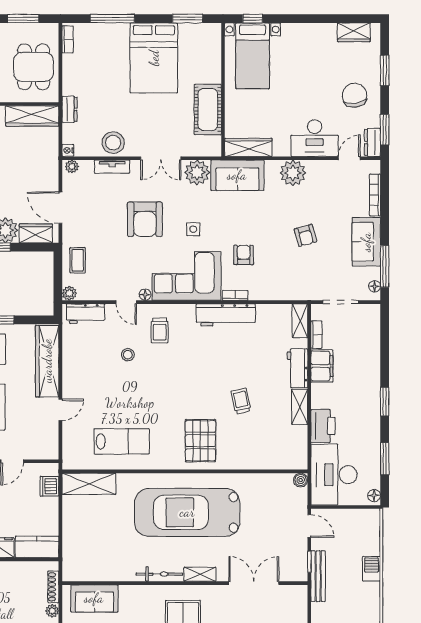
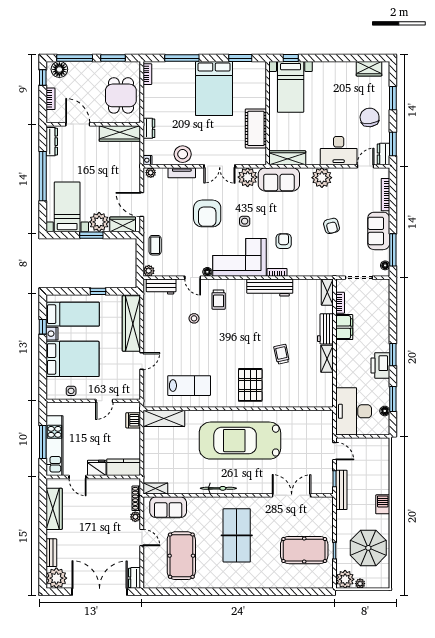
printer: (323, 426) -> (380, 366), moved, turned 180
boiler: (301, 480) -> (328, 416), removed
floor lamp: (374, 496) -> (385, 411), moved
barbecue: (372, 569) -> (383, 504), moved
shelving: (200, 574) -> (155, 488), moved

